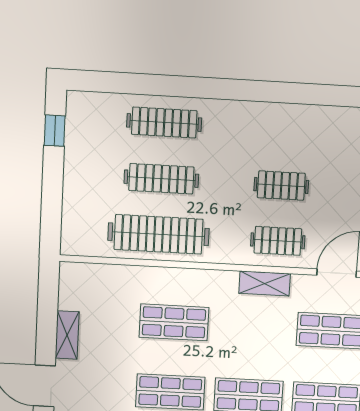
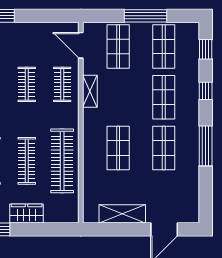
wardrobe: (78, 174) -> (27, 214), added
shelving: (67, 335) -> (122, 214), width x1.50, depth x1.33

